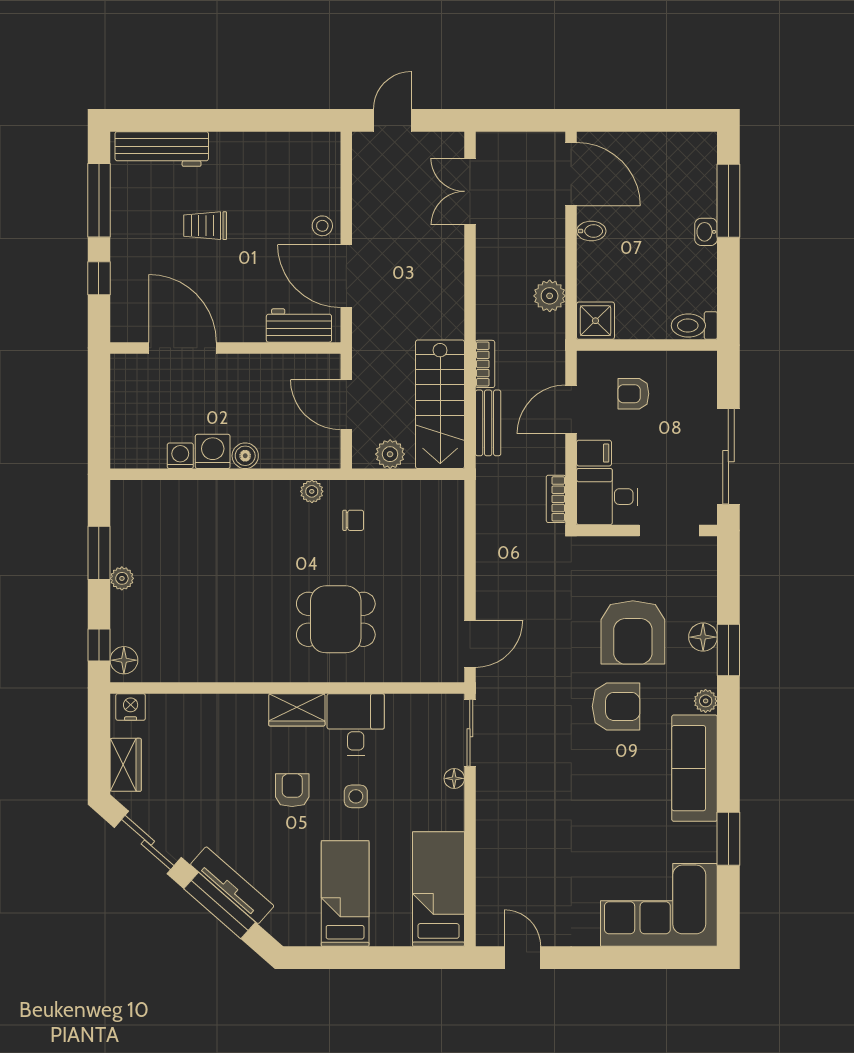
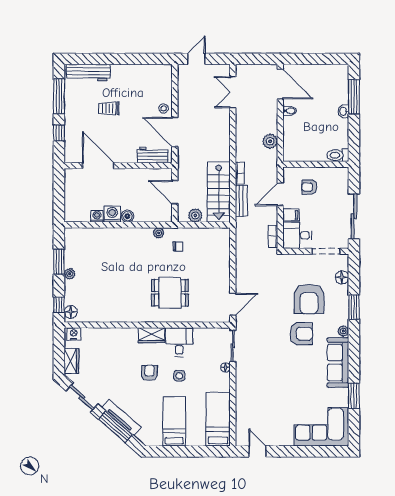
shower: (595, 321) -> (292, 153), removed
floor lamp: (703, 637) -> (342, 277), moved

